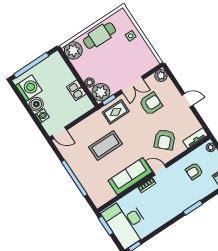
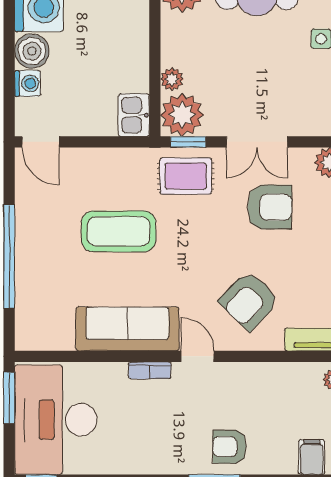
kitchen sink: (76, 90) -> (134, 115), moved
armchair: (194, 171) -> (229, 447), moved

